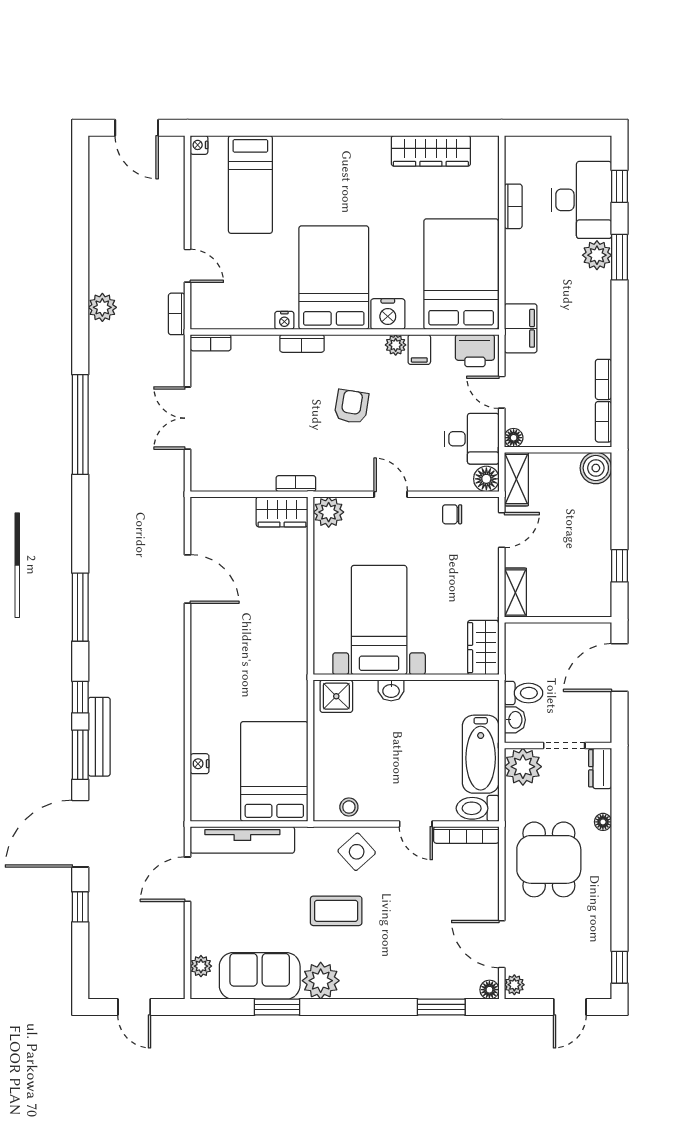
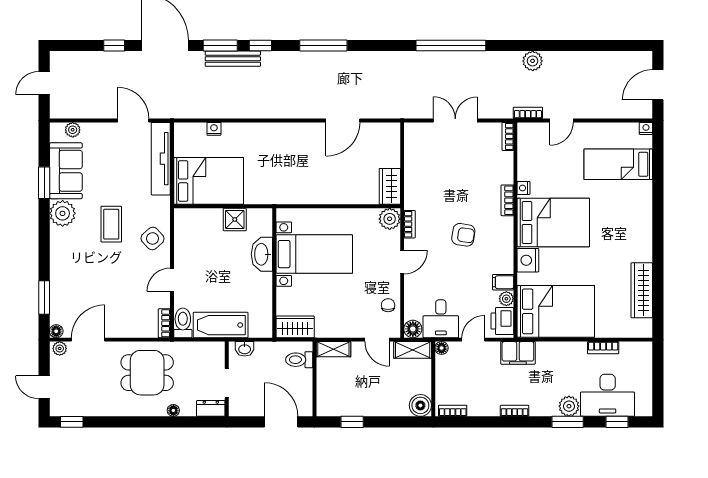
plant: (396, 345) -> (506, 299), moved
bookcase: (603, 379) -> (515, 411), moved
bookcase: (296, 484) -> (410, 224), moved
washbasin: (391, 690) -> (262, 254), width x1.91, depth x1.45
toilet: (523, 693) -> (299, 360), moved, turned 90
shower: (336, 696) -> (235, 219), moved
plant: (523, 767) -> (212, 355), removed
stool: (349, 807) -> (184, 233), removed
bookcase: (466, 835) -> (164, 323), width x0.64

